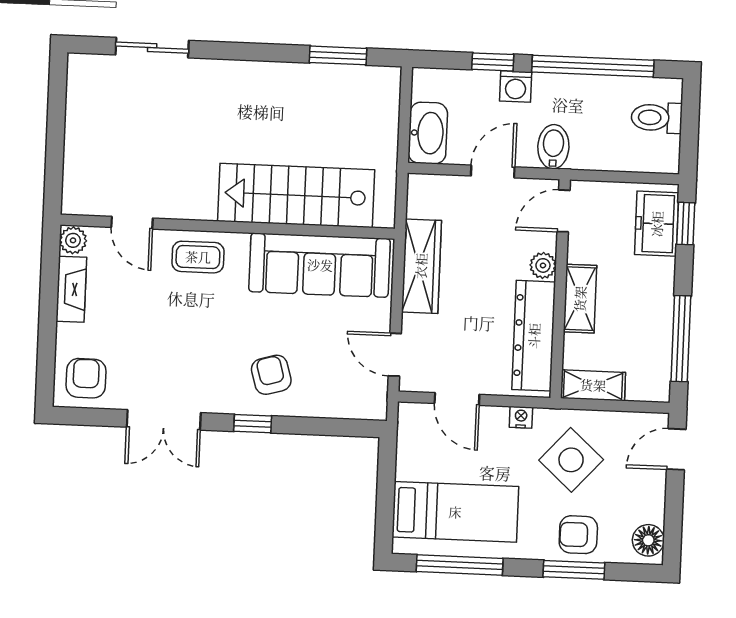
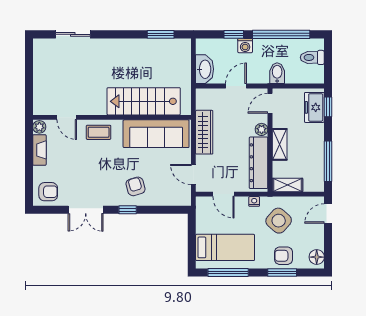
bidet: (553, 147) -> (277, 73), moved
armchair: (86, 378) -> (48, 192), turned 90

